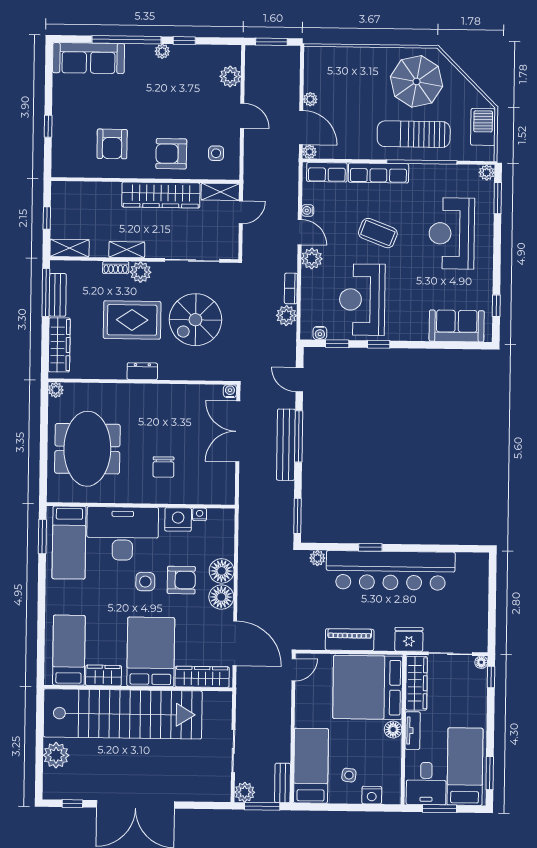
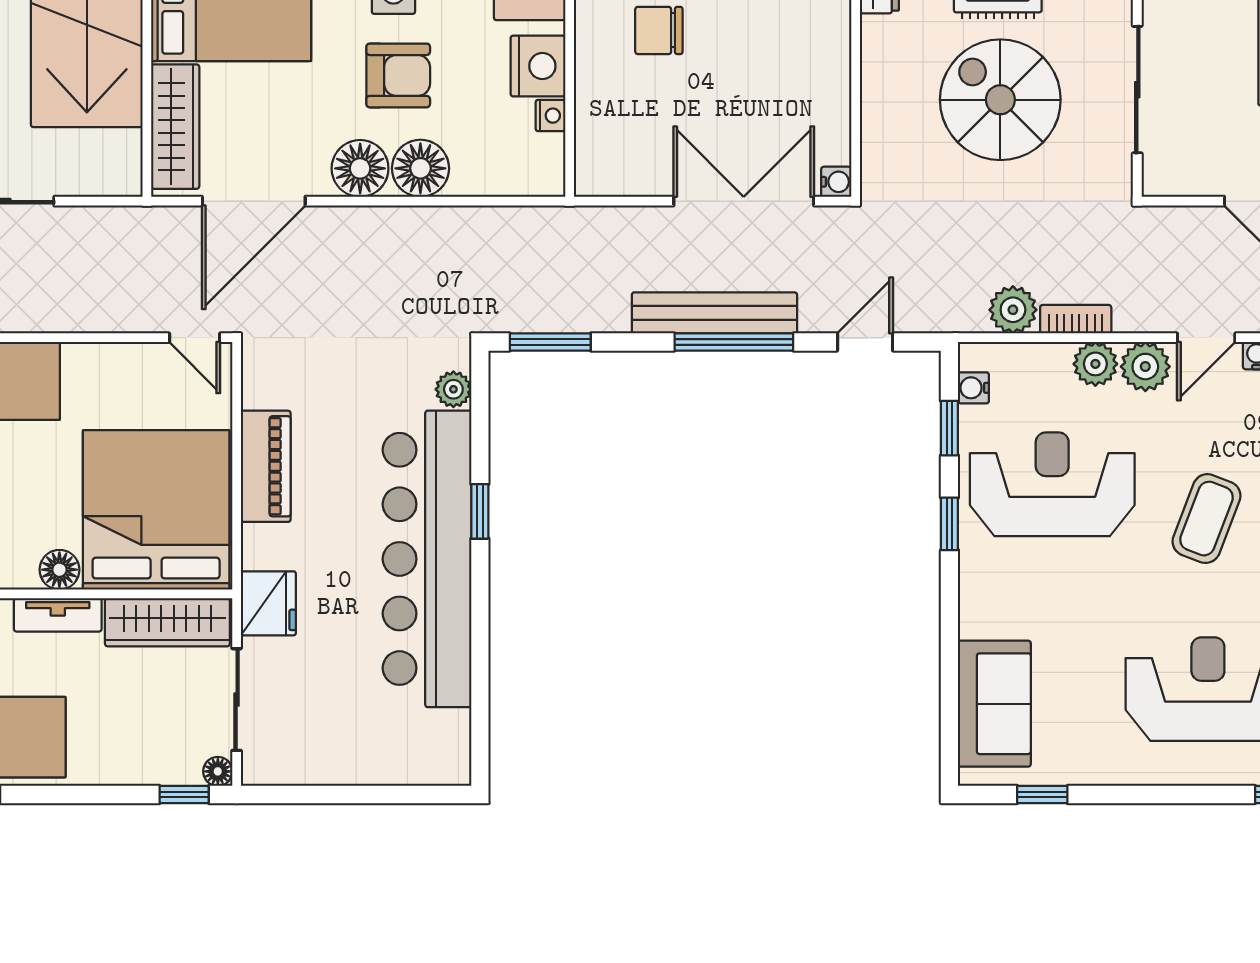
plant: (310, 280) -> (1095, 364), added
armchair: (181, 580) -> (398, 75), turned -90

